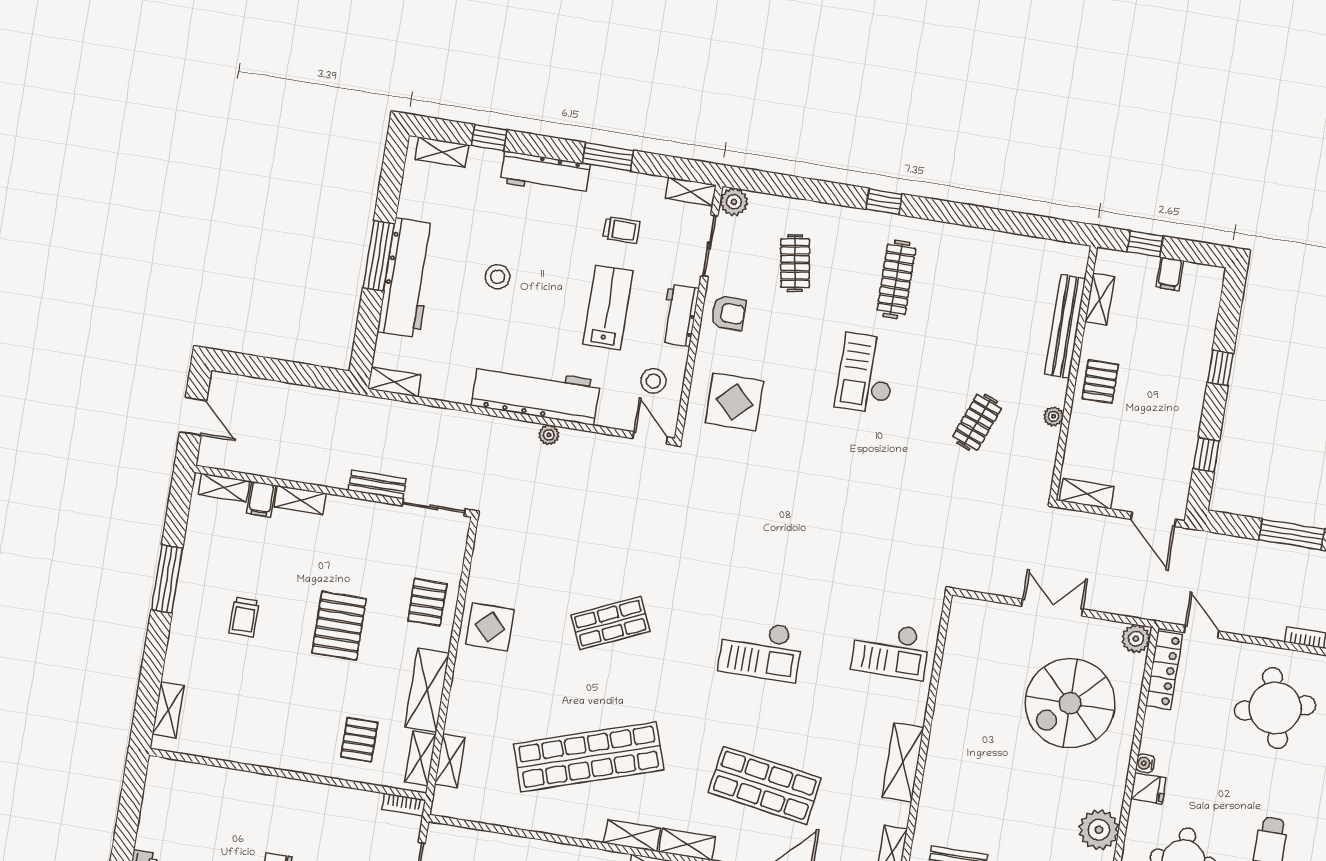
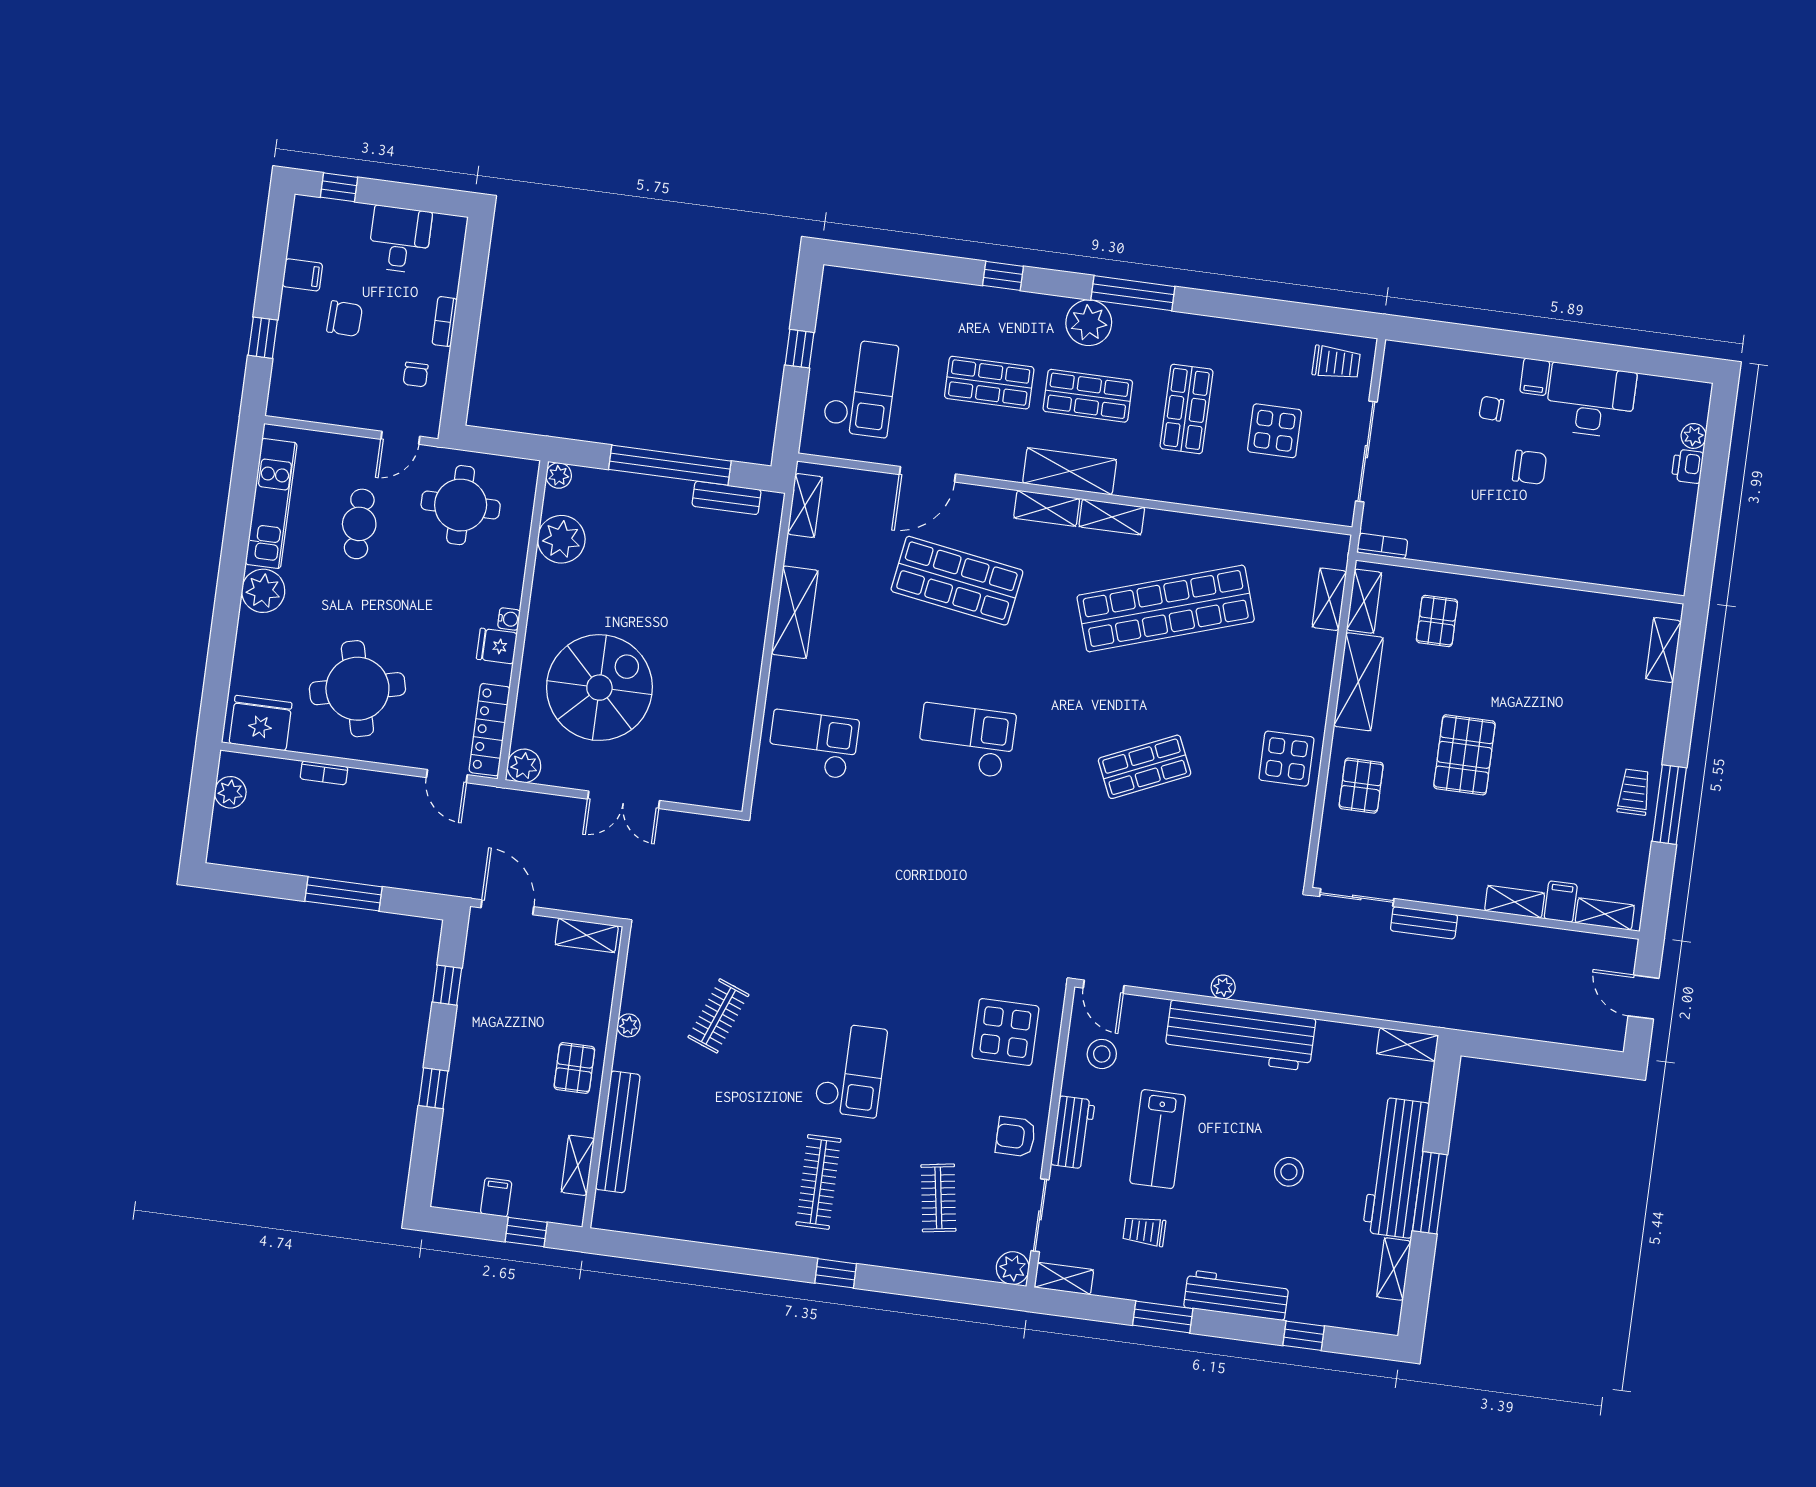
shelving: (442, 152) -> (1394, 1269), moved, turned 90
trolley: (244, 617) -> (1634, 792), moved
fridge: (1148, 788) -> (497, 646), moved

